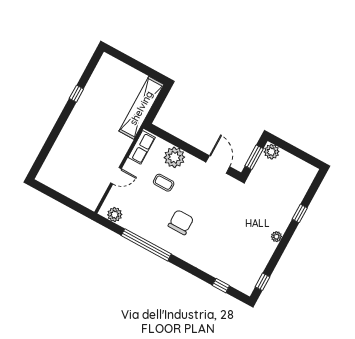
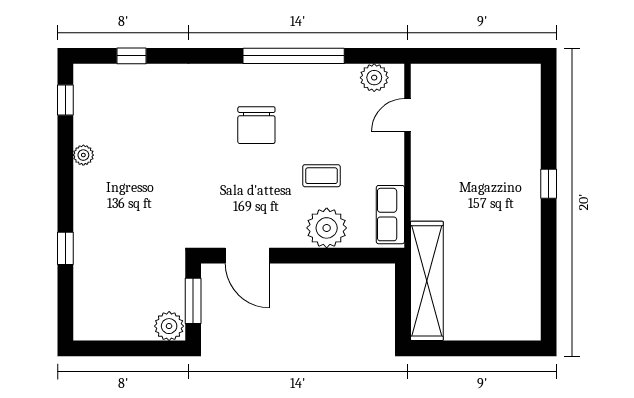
window: (76, 94) -> (549, 184), moved
door: (116, 176) -> (407, 115), moved
plant: (276, 237) -> (83, 155), moved

